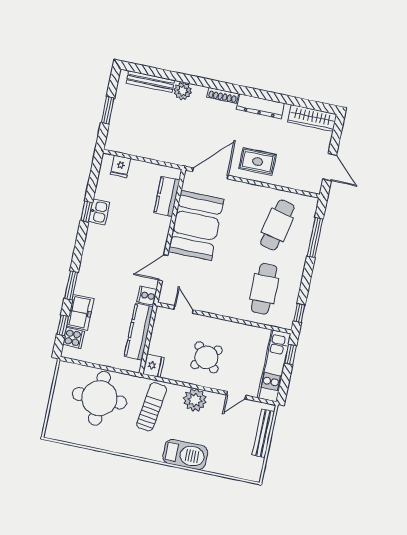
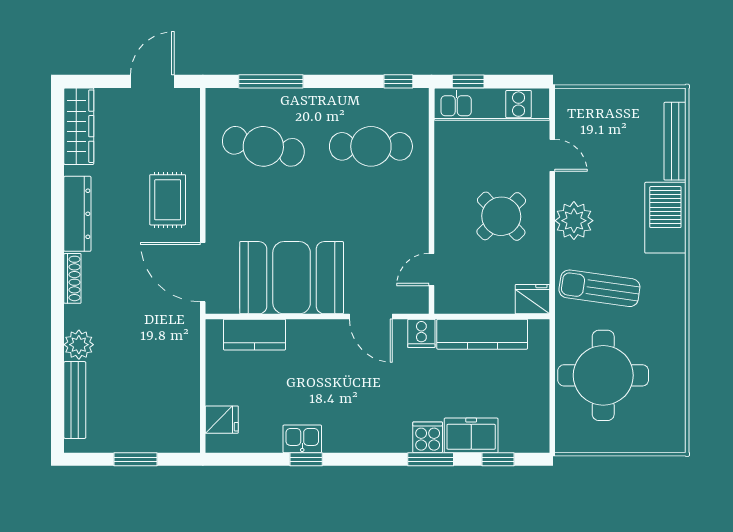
cooker: (74, 338) -> (428, 437), moved
bench: (263, 433) -> (675, 141), moved, turned 90

